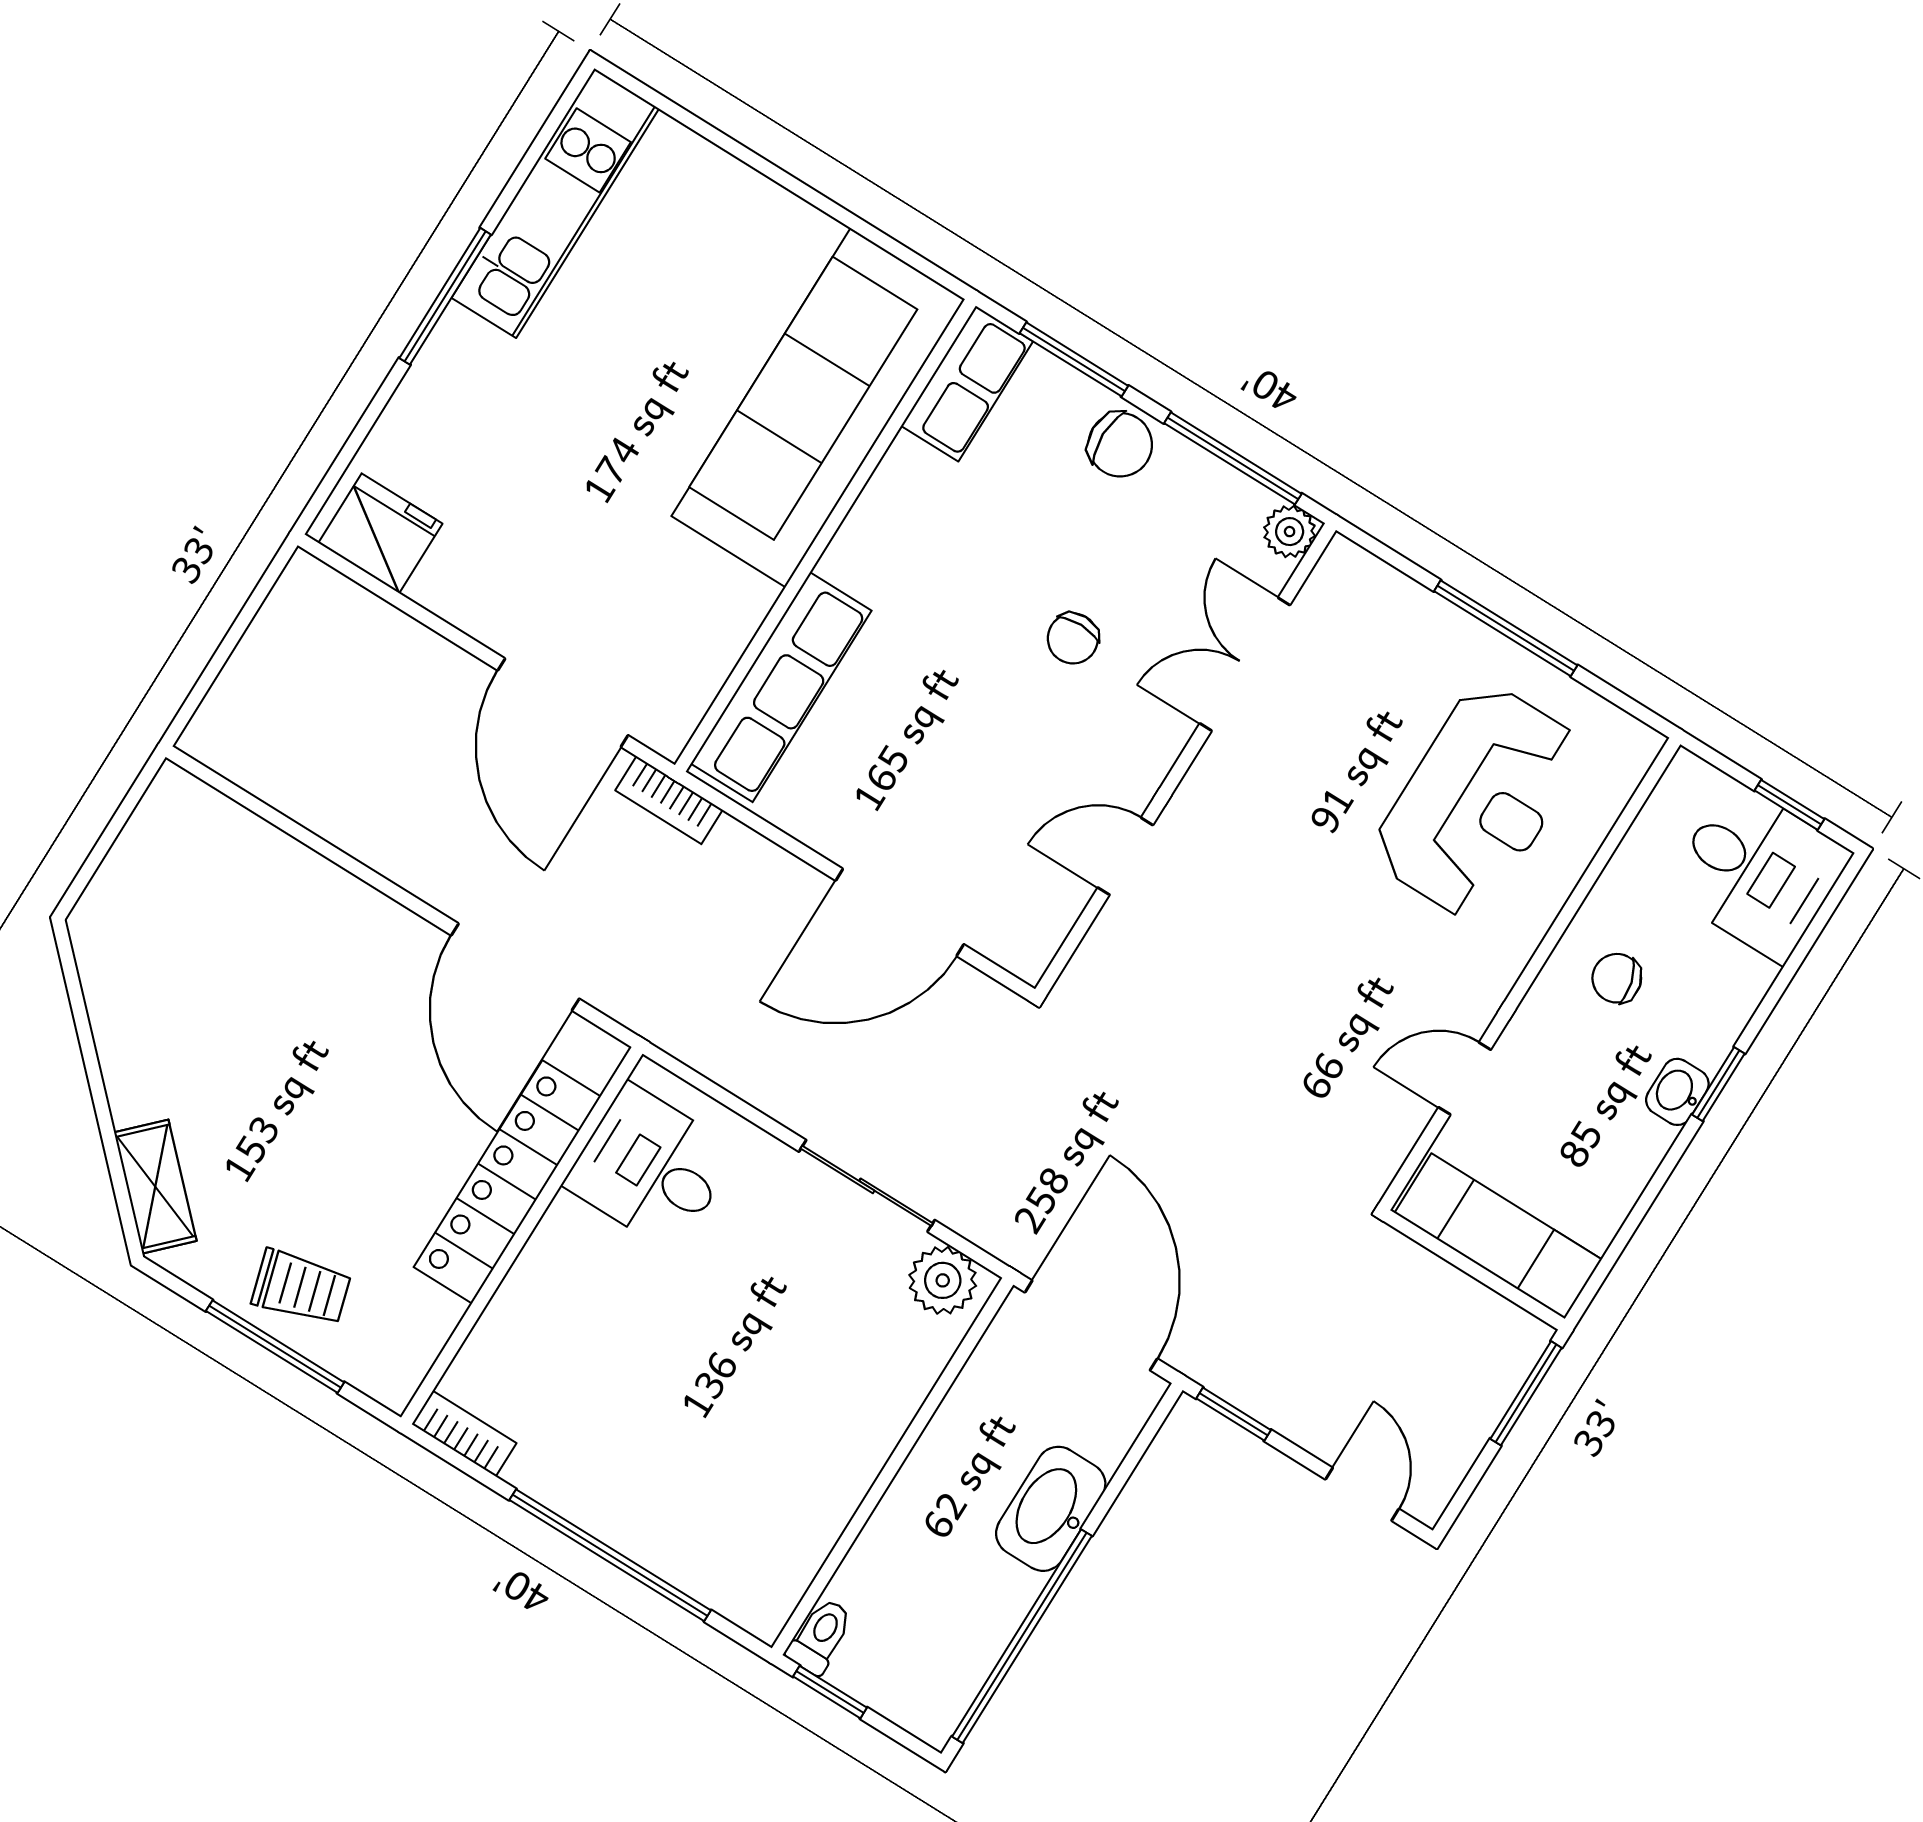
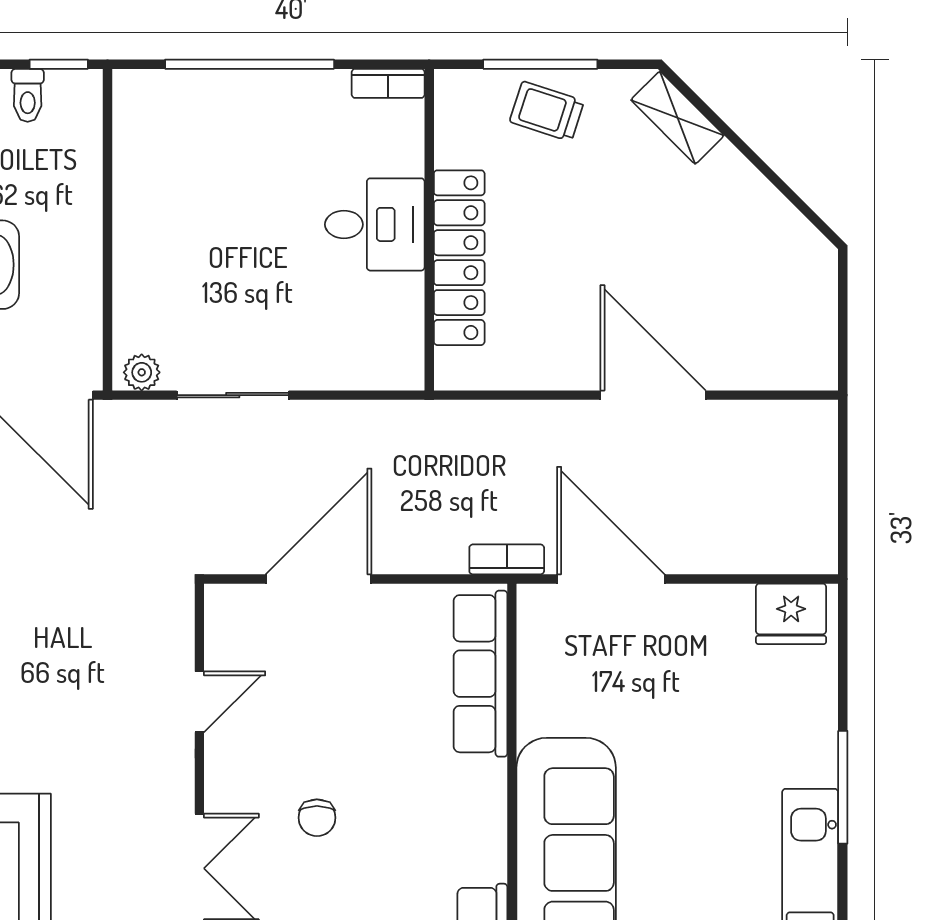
chair: (1073, 638) -> (317, 818), turned 180
door: (515, 967) -> (653, 395), moved
desk: (651, 1168) -> (375, 224), moved
plant: (943, 1280) -> (142, 372), width x0.73, depth x0.73
trolley: (301, 1288) -> (547, 111), turned 34
toilet: (820, 1636) -> (28, 95), moved

